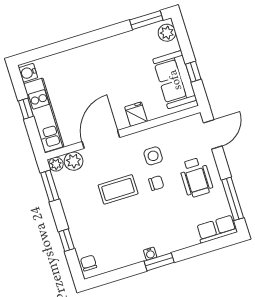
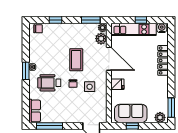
locker: (78, 55) -> (163, 60), added
wheelchair: (196, 177) -> (49, 83), moved

